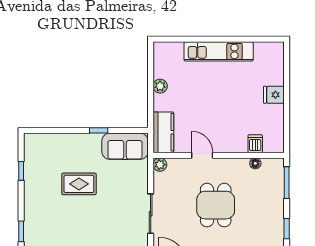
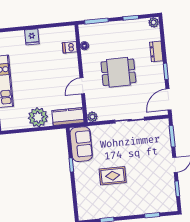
plant: (160, 86) -> (38, 117), width x1.87, depth x1.87
rug: (79, 184) -> (113, 176), turned 90

